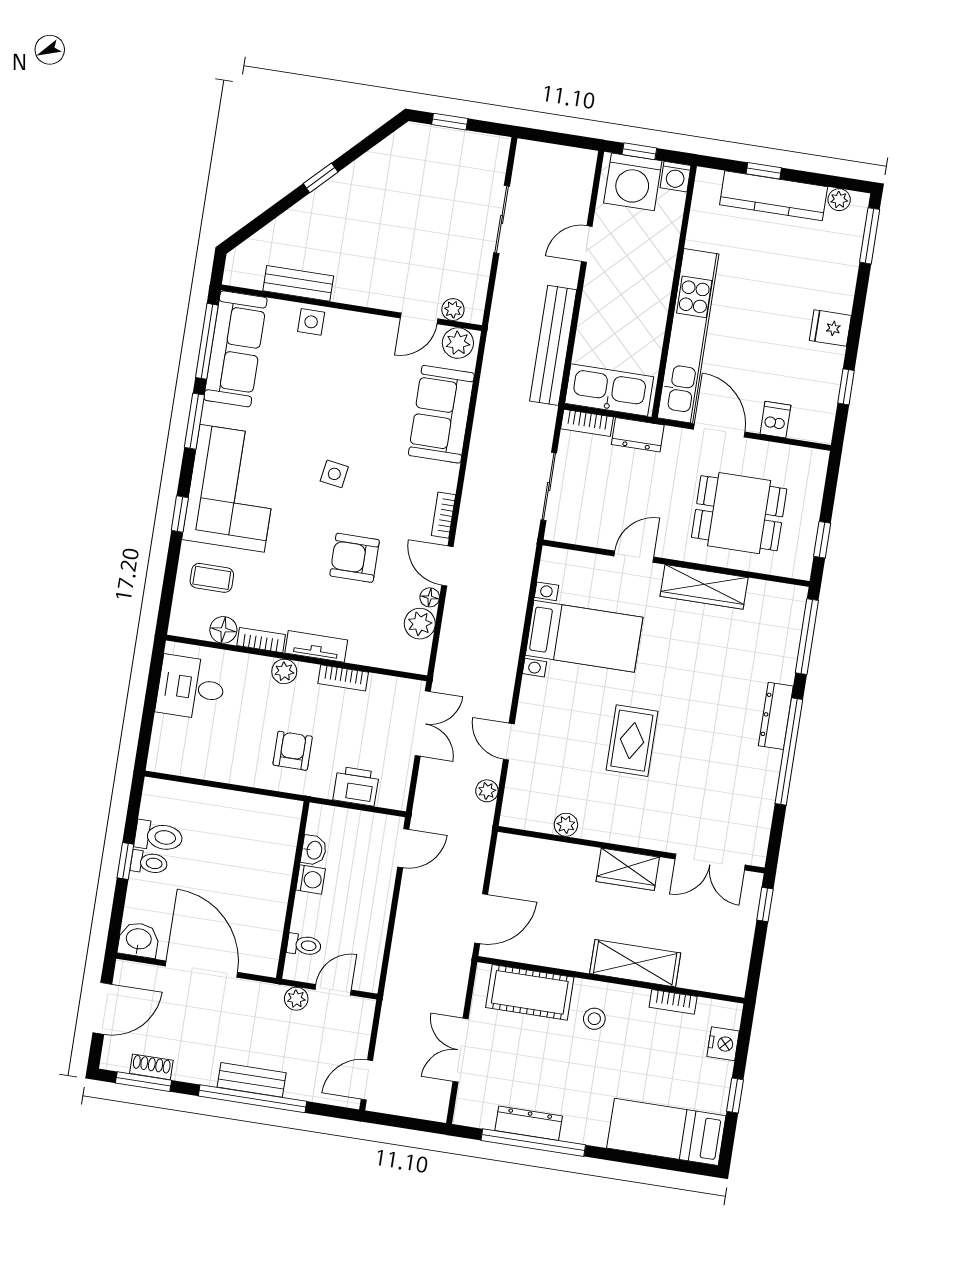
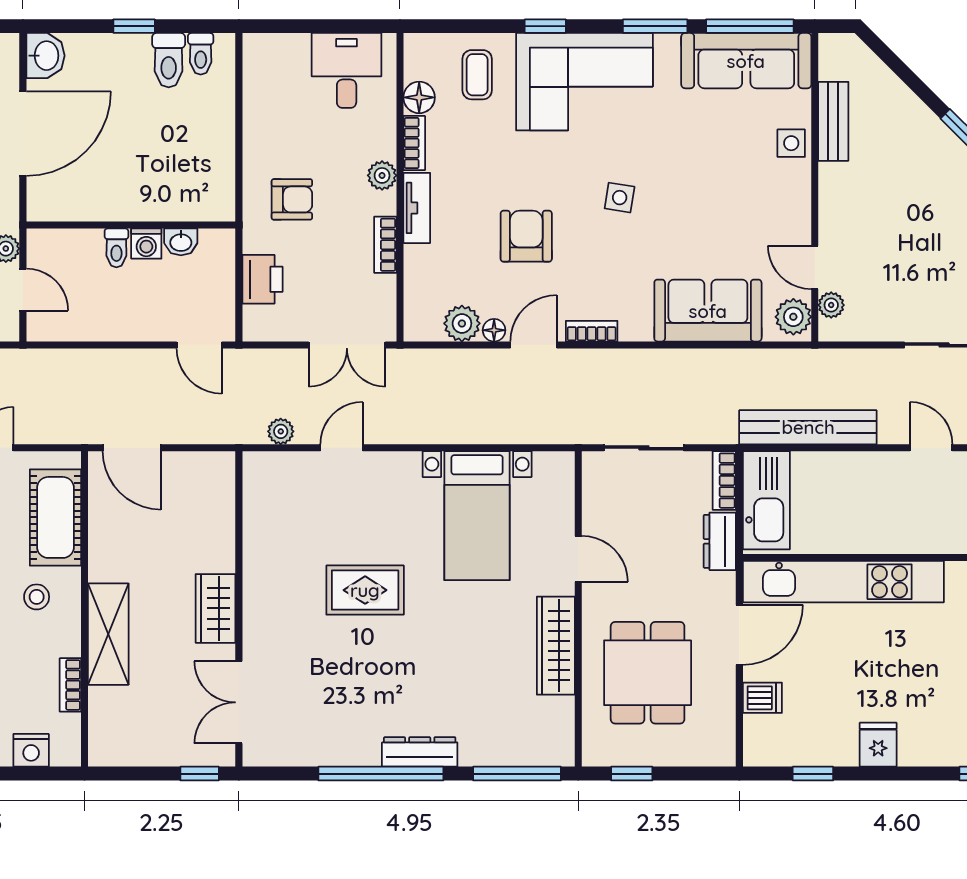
plant: (566, 825) -> (256, 529), removed
toilet: (149, 863) -> (201, 54), moved
toilet: (304, 945) -> (116, 248), moved

